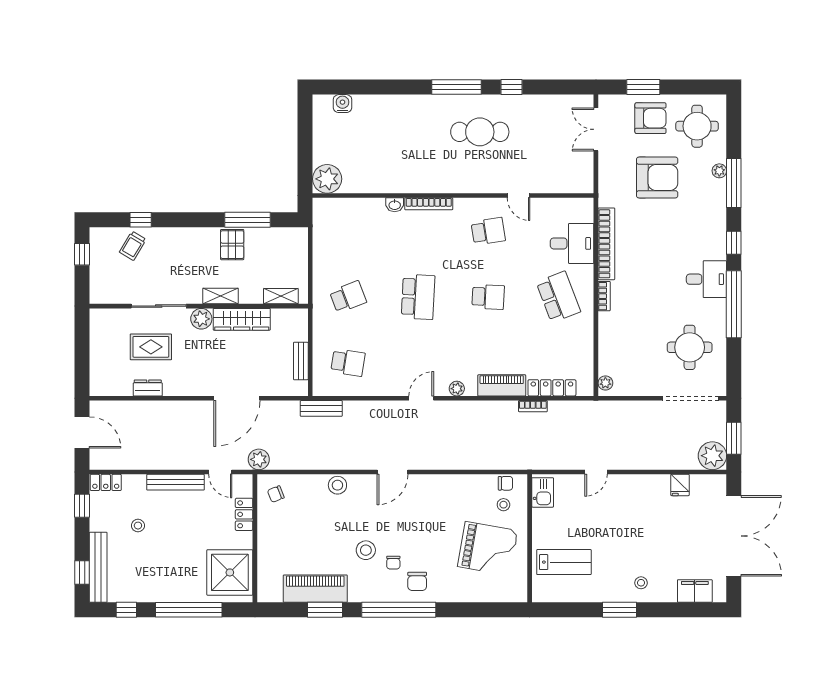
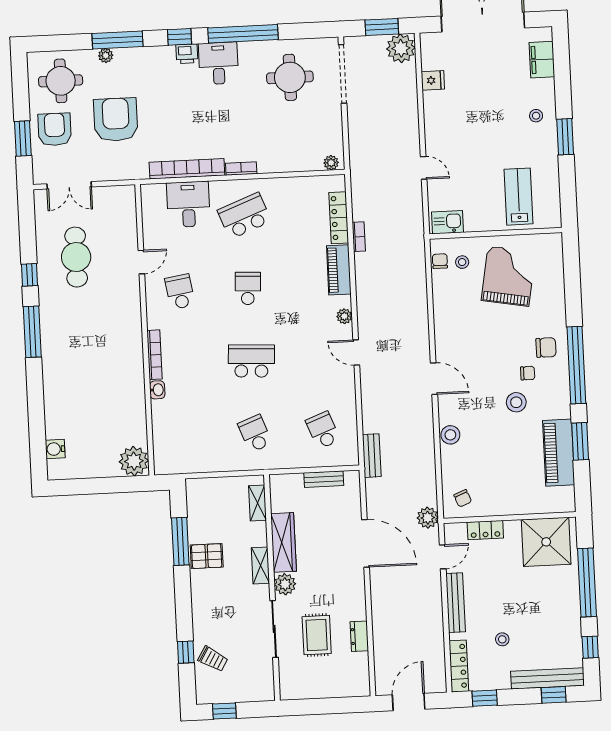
cafe table: (480, 132) -> (76, 257), moved
printer: (717, 249) -> (187, 54), added
school desk: (348, 363) -> (323, 430), turned -30
locker: (106, 482) -> (459, 666), width x1.53

